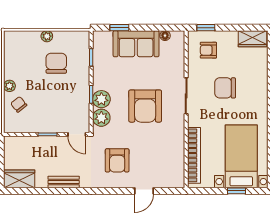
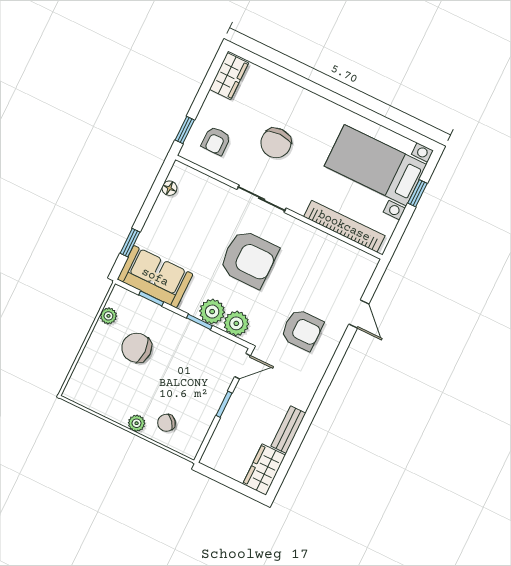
plant: (47, 36) -> (108, 316), moved
sofa: (136, 44) -> (155, 277), moved, turned -90
bench: (64, 182) -> (288, 430), moved

